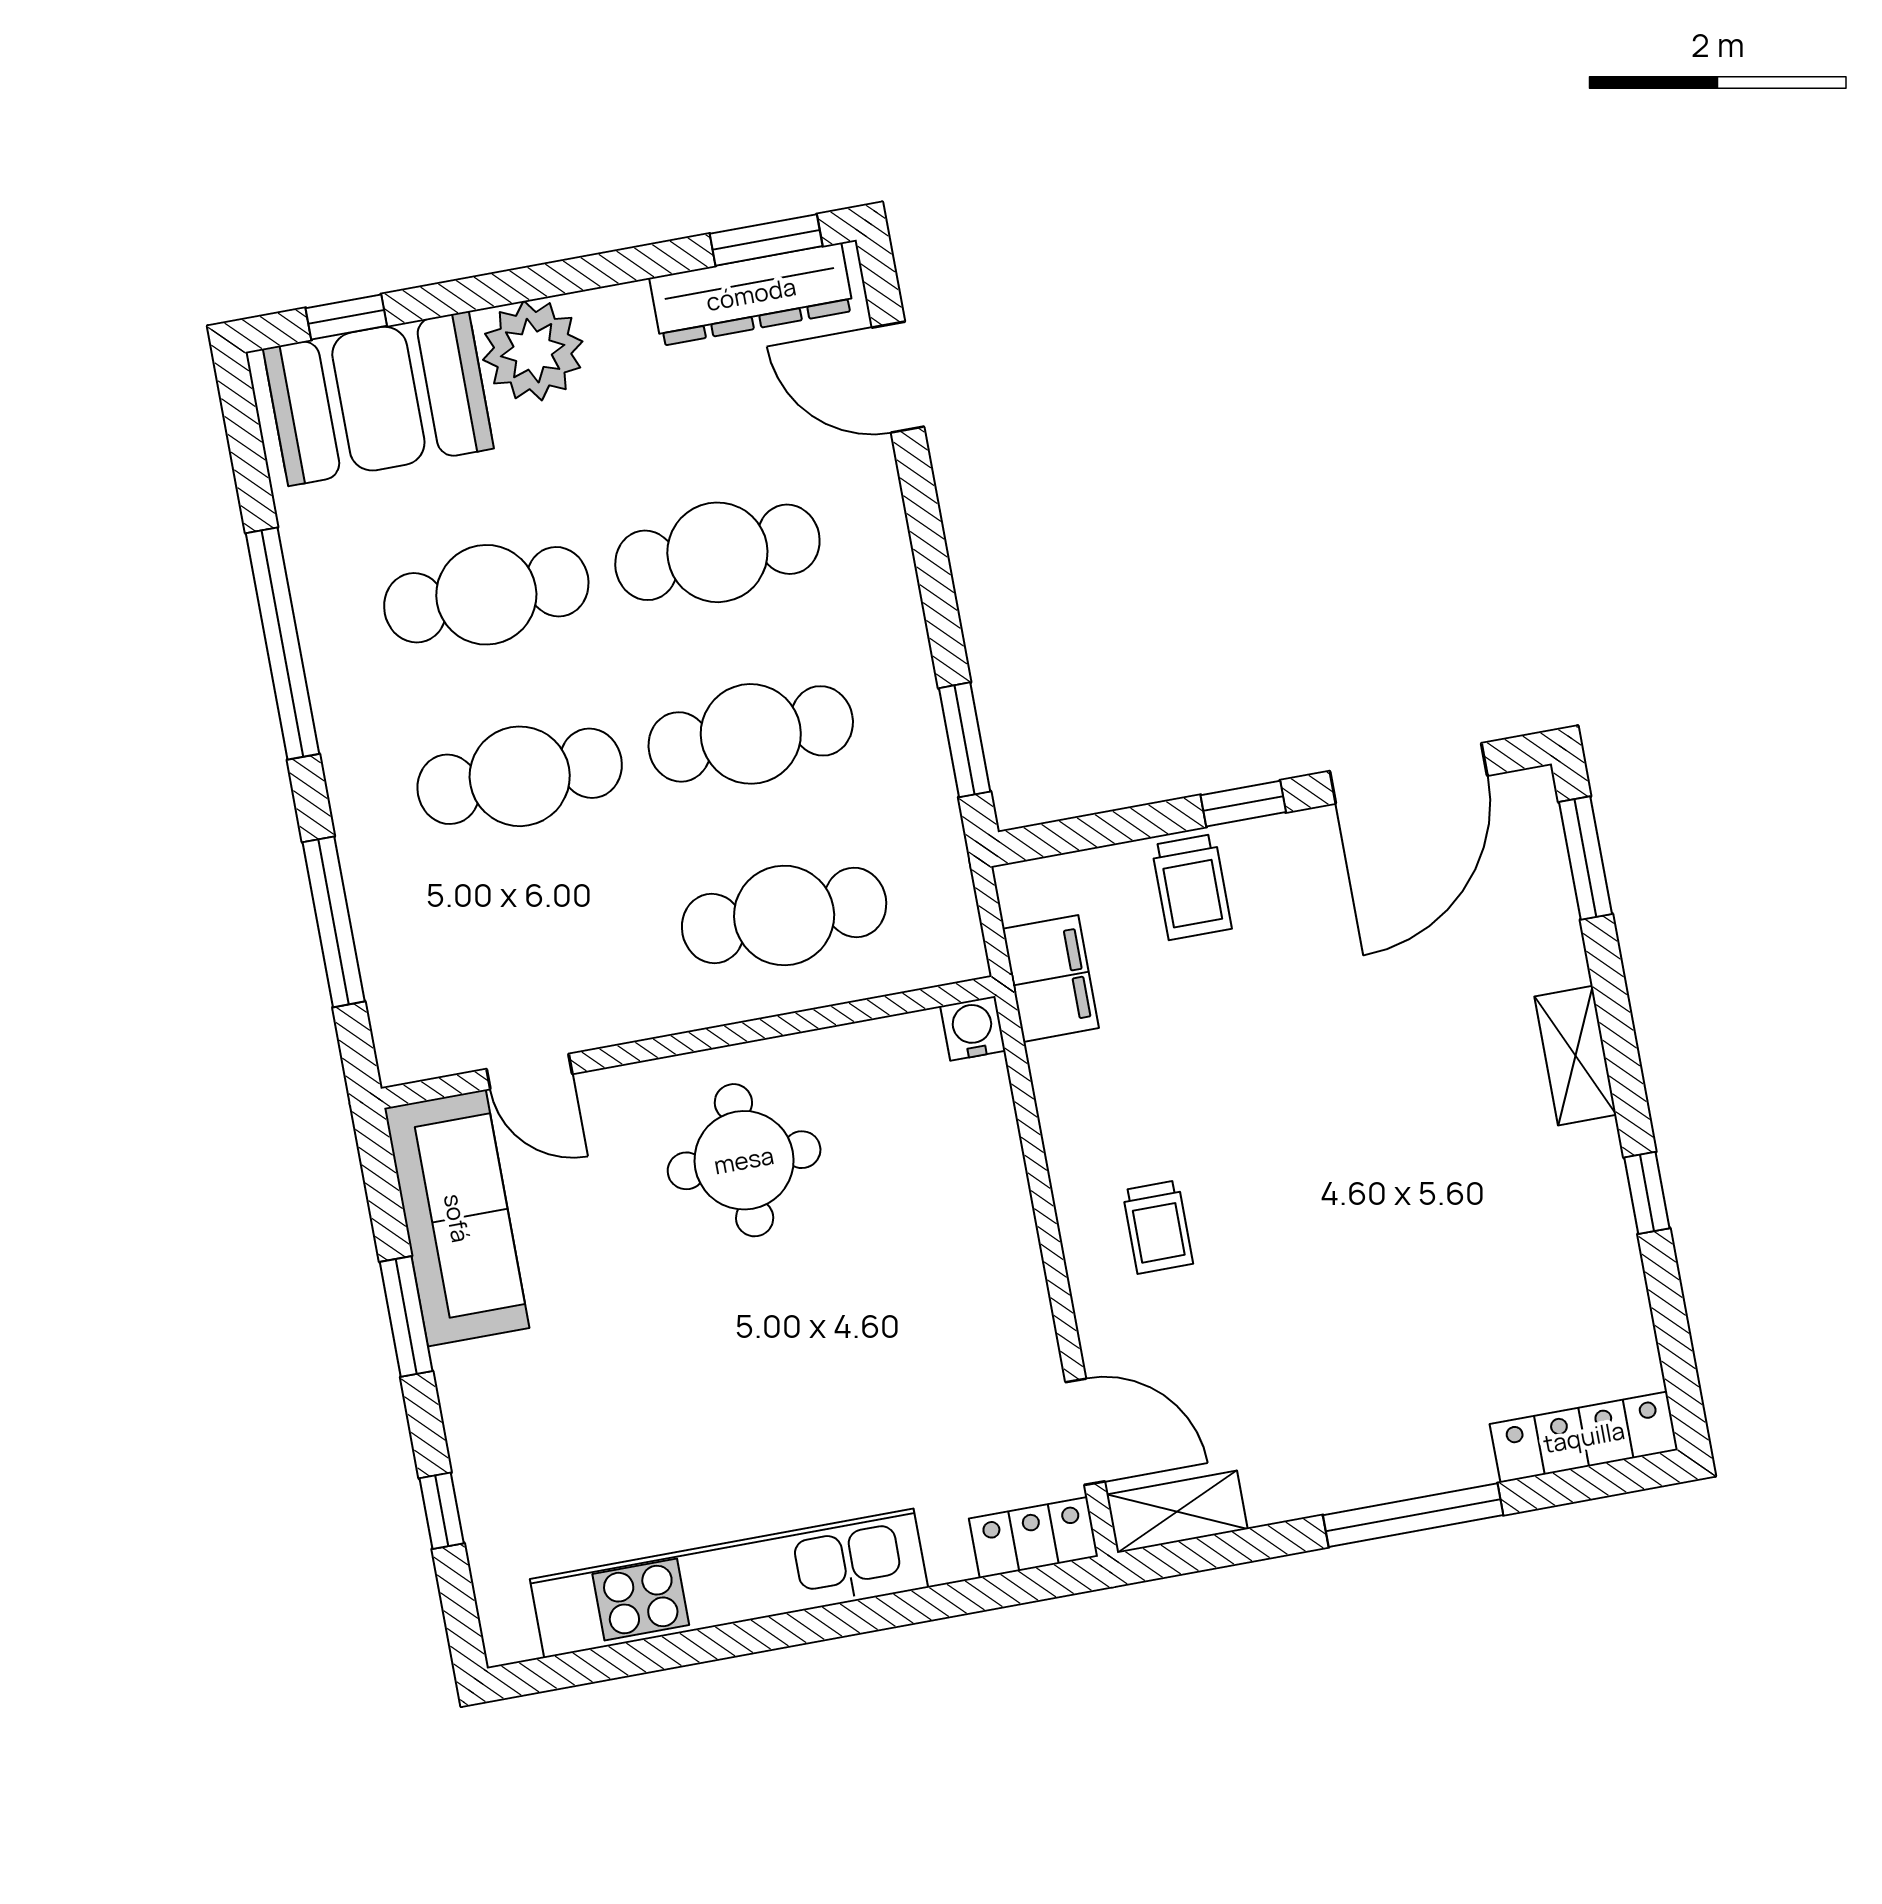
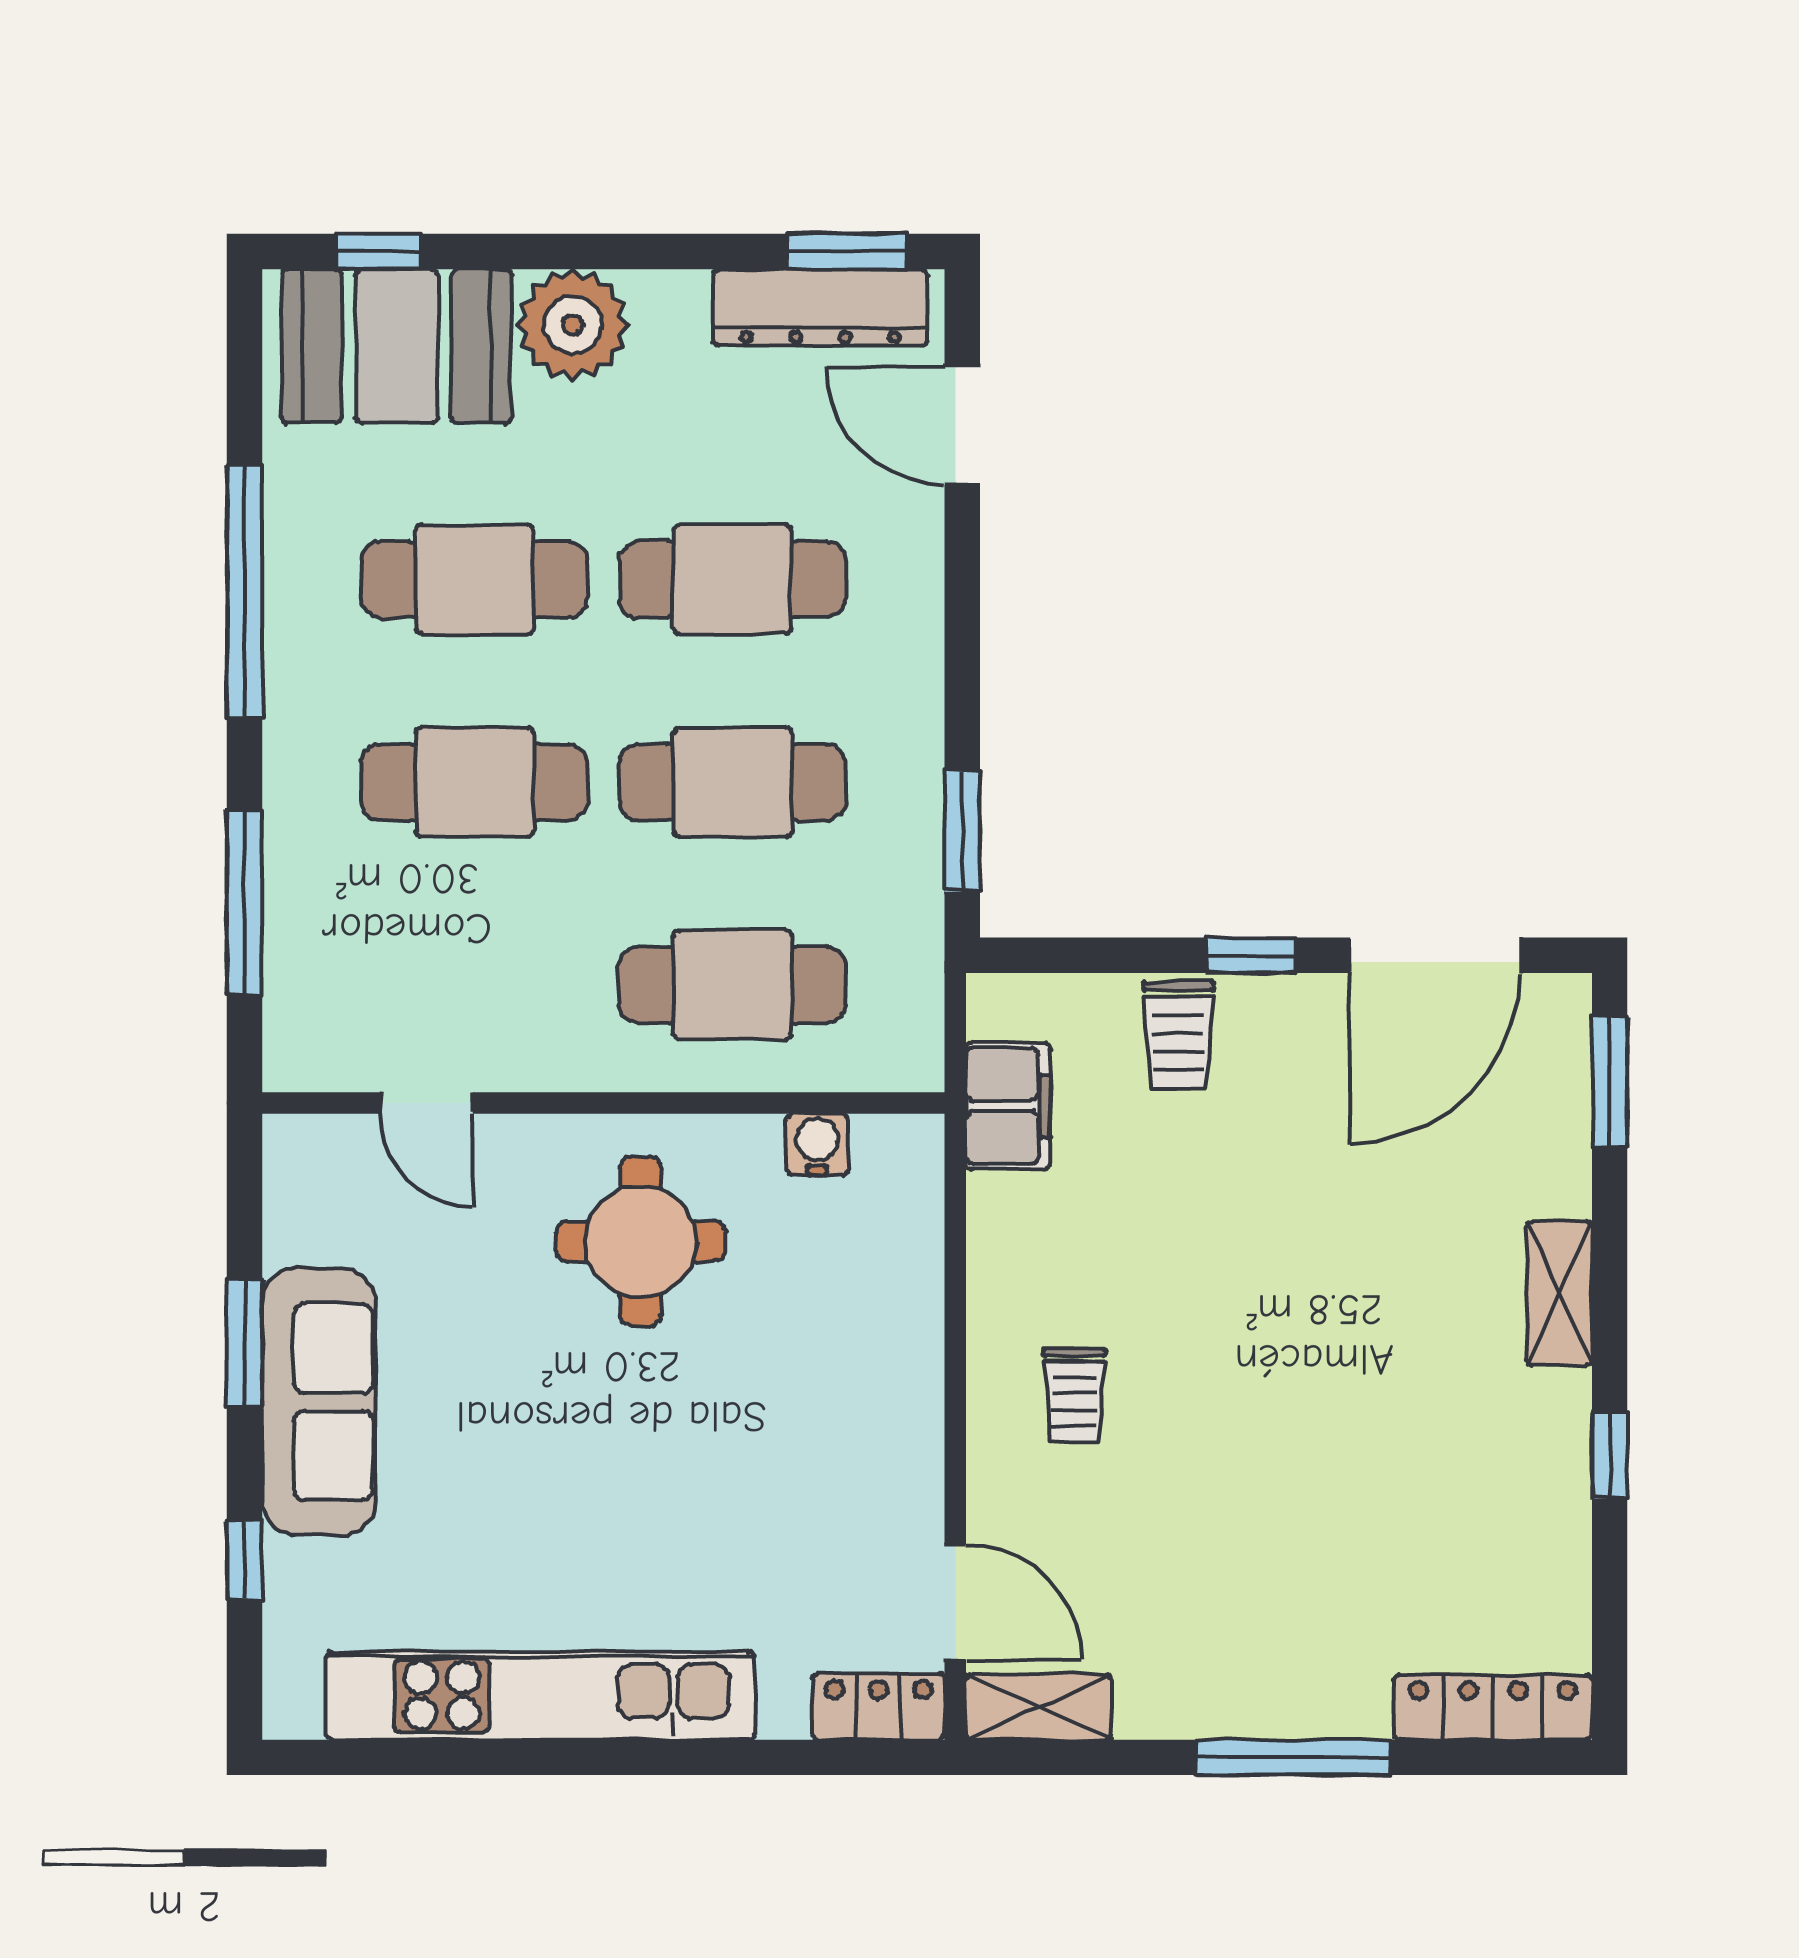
water cooler: (973, 1028) -> (817, 1144), moved
sofa: (457, 1218) -> (319, 1402), moved

